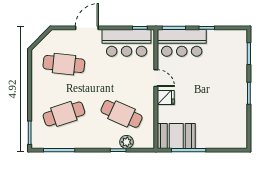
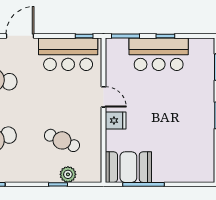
bar counter: (182, 43) -> (159, 54), moved
cafe table: (122, 114) -> (62, 140), width x0.73, depth x0.74

